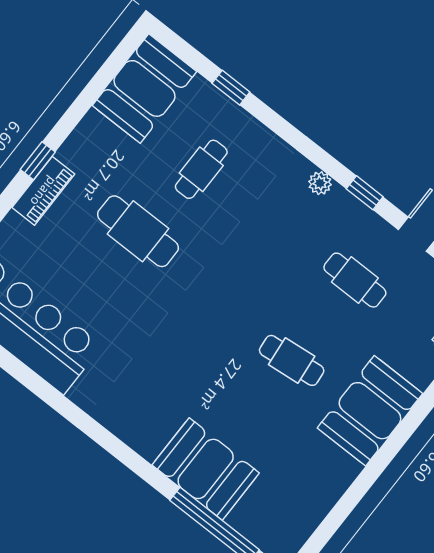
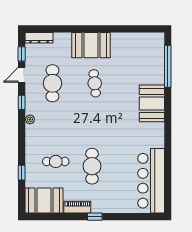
piano: (43, 191) -> (77, 207), moved
cafe table: (355, 280) -> (52, 83), width x1.37, depth x1.35
booth: (206, 469) -> (152, 103), moved

